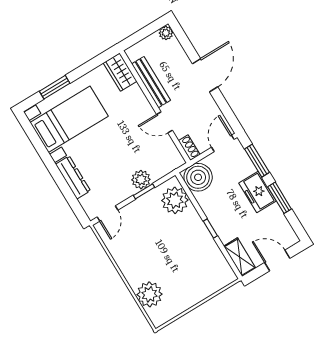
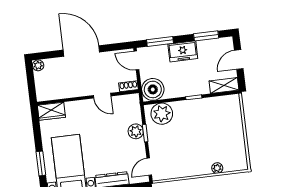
door: (205, 75) -> (81, 51), width x1.36
bench: (151, 82) -> (69, 92), removed
door: (165, 122) -> (102, 96), hinge flipped
window: (280, 198) -> (206, 36), moved
door: (107, 214) -> (149, 167), swing flipped
plant: (149, 294) -> (217, 168), width x0.53, depth x0.53

